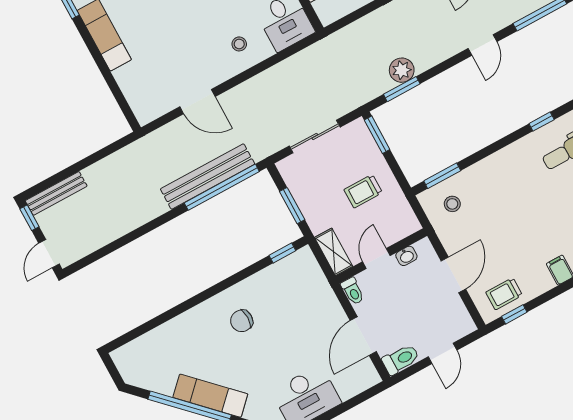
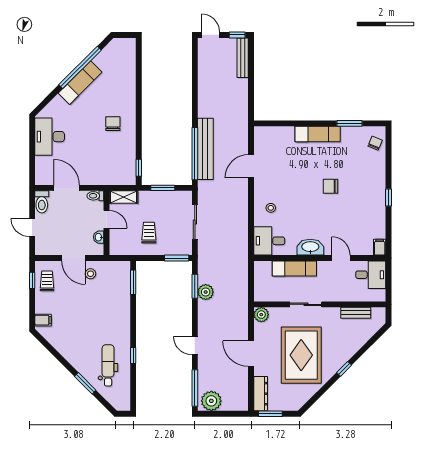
stool: (452, 204) -> (91, 274), moved

